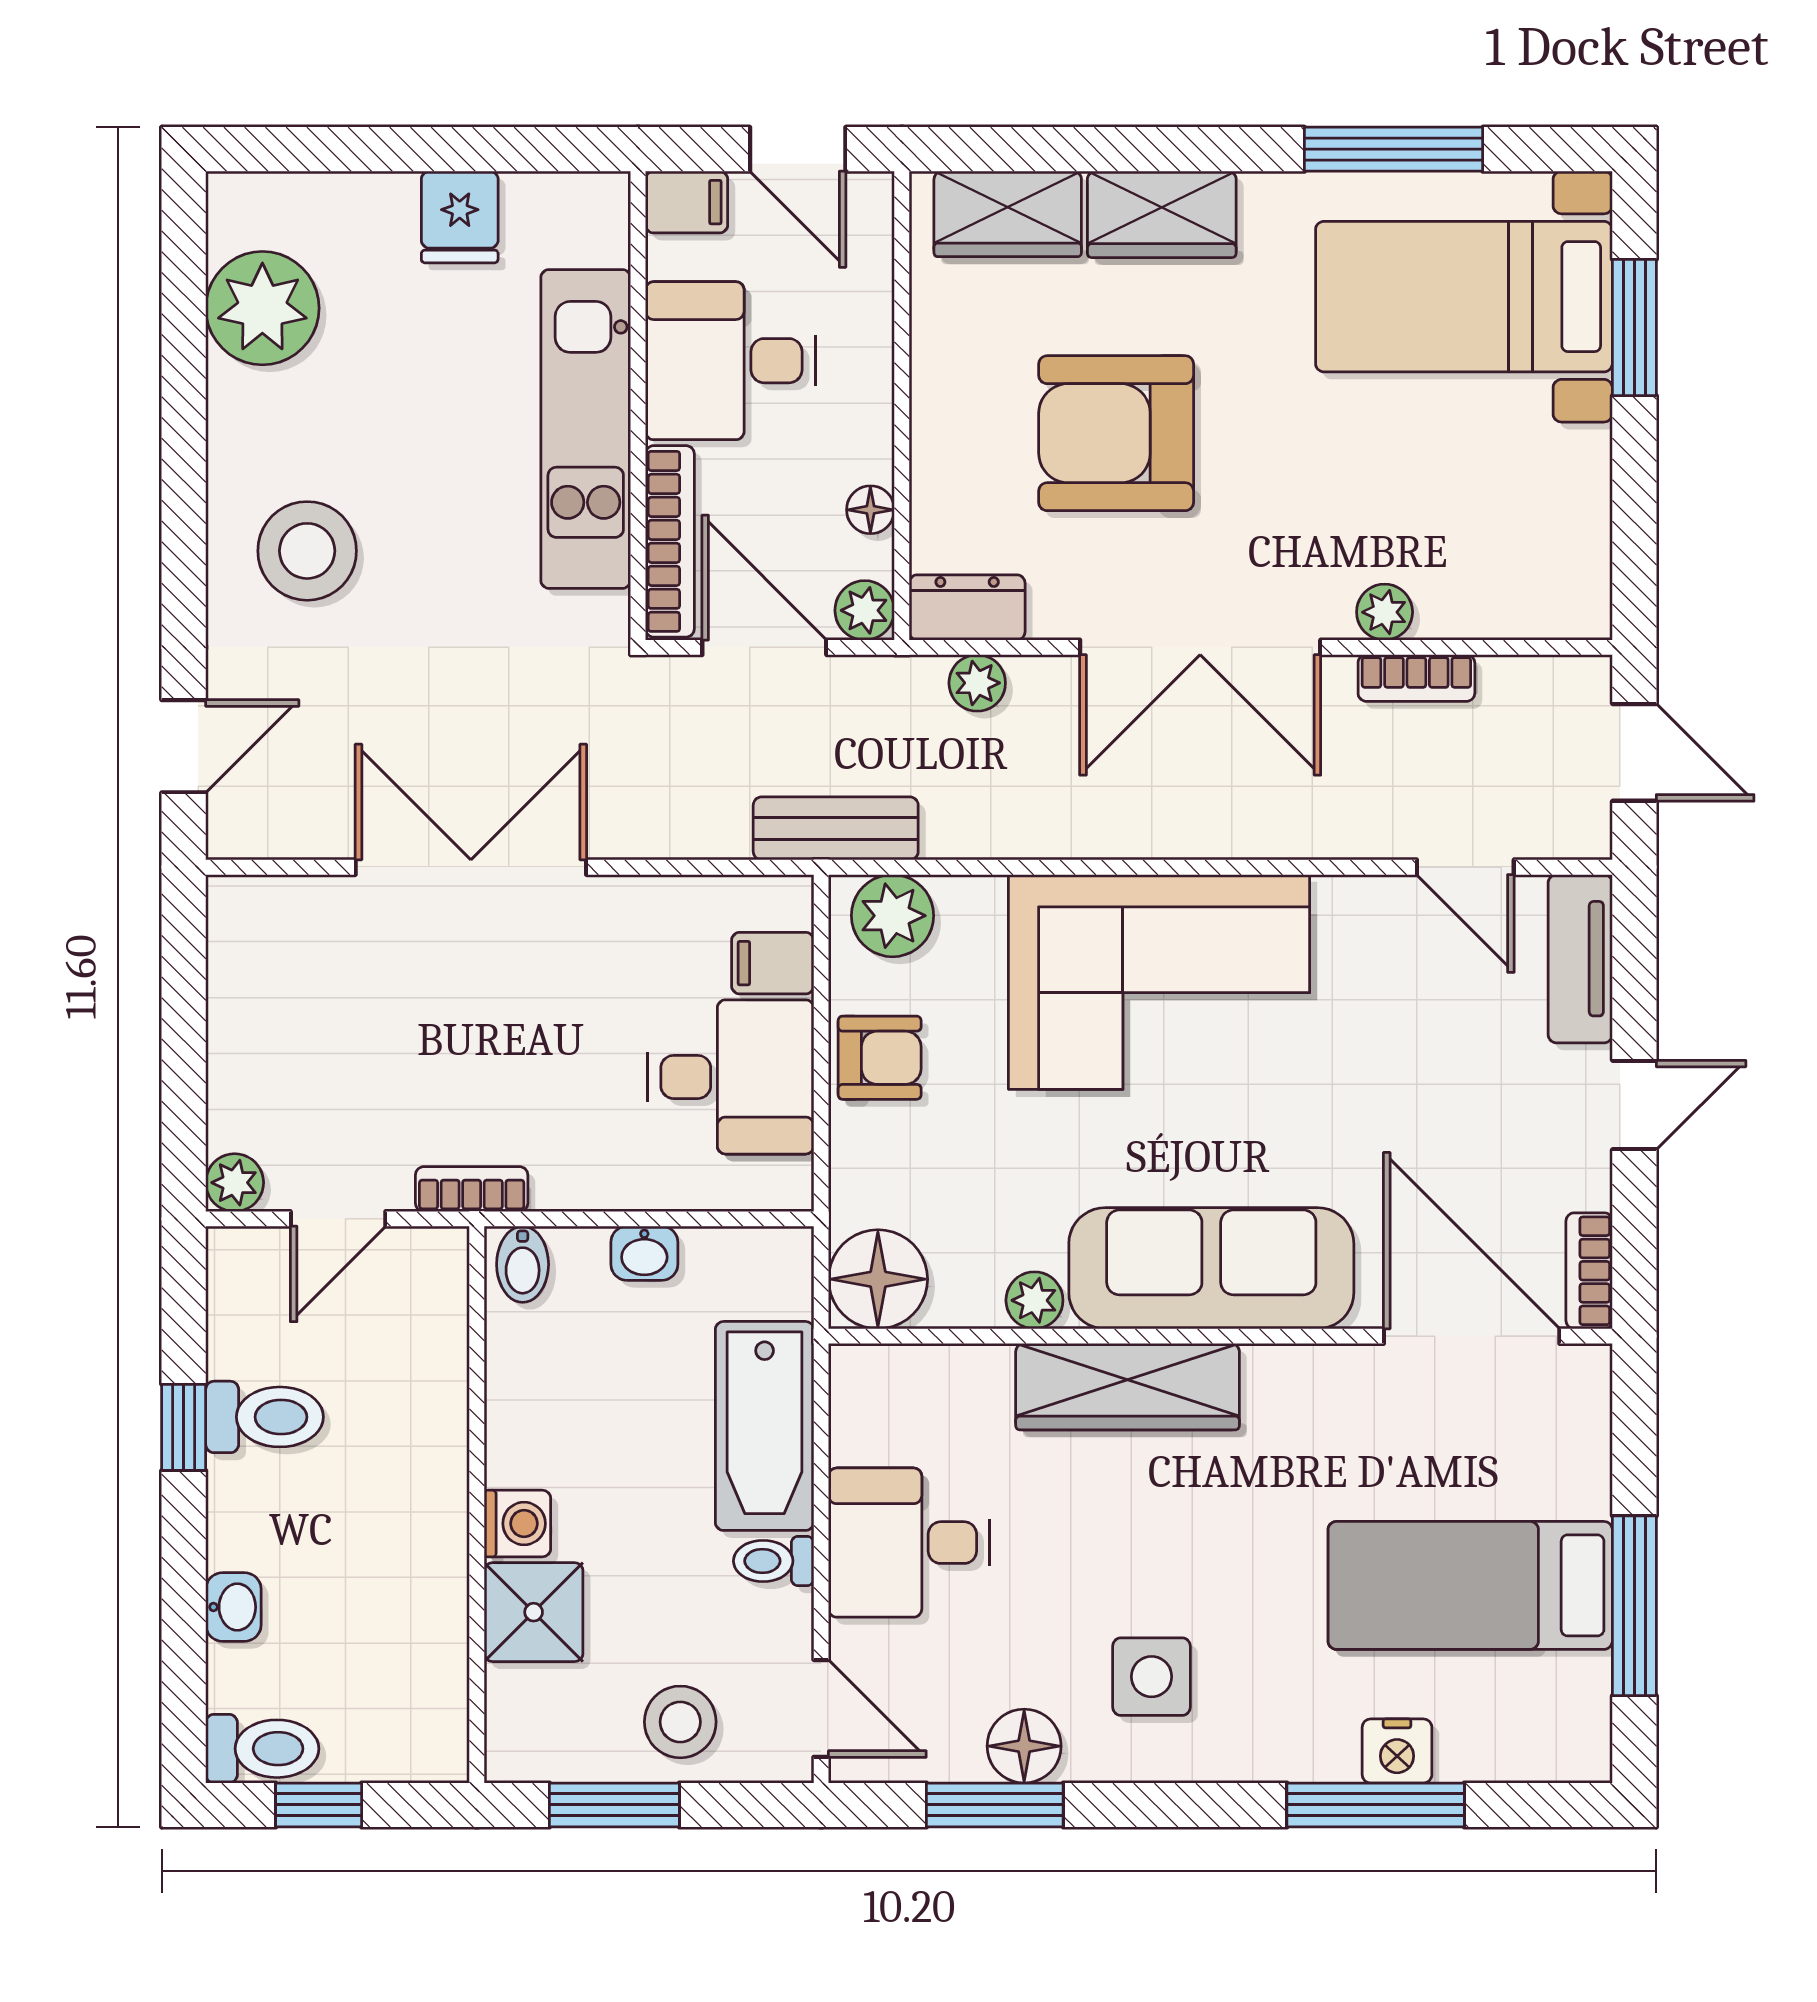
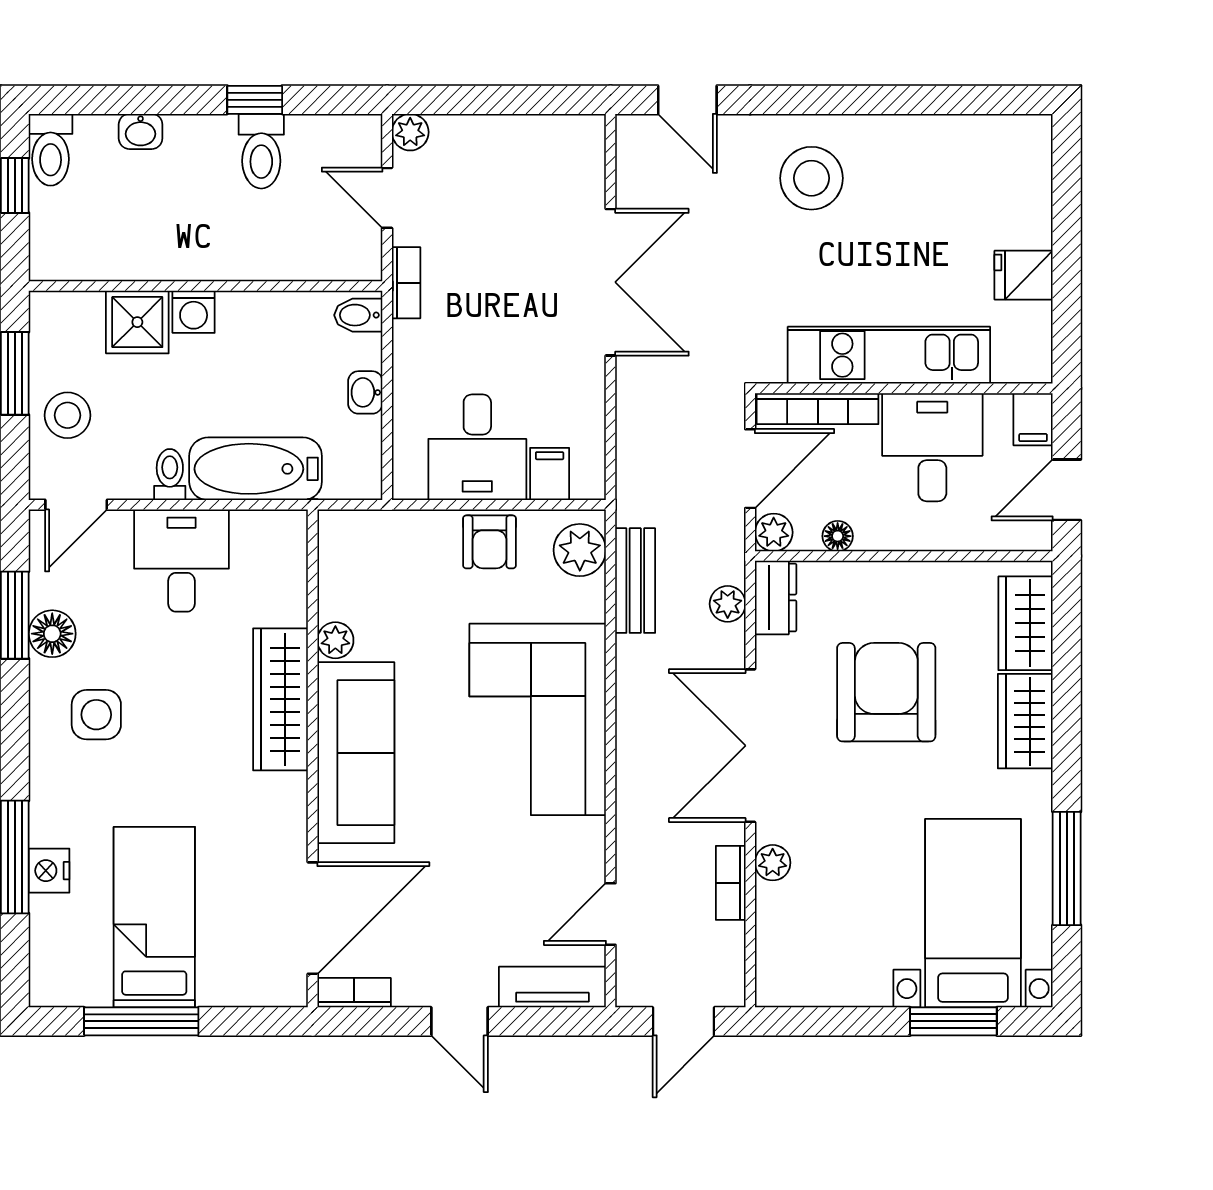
plant: (262, 308) -> (966, 150), removed
bench: (836, 828) -> (635, 581), moved
floor lamp: (878, 1279) -> (349, 541), removed

